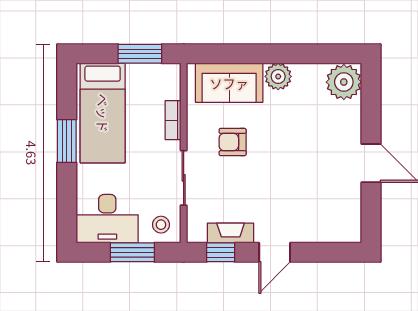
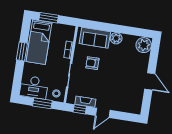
window: (140, 54) -> (49, 18), moved

